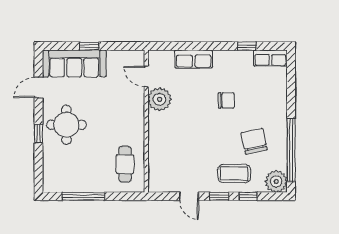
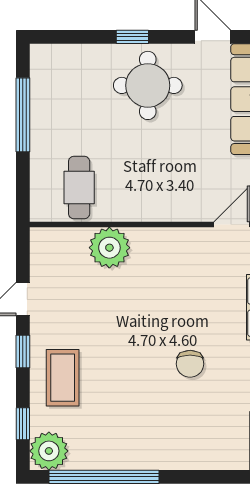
plant: (160, 99) -> (109, 248), moved
chair: (254, 141) -> (119, 412), removed
cafe table: (125, 164) -> (79, 188), turned 90
window: (248, 196) -> (23, 424), moved

